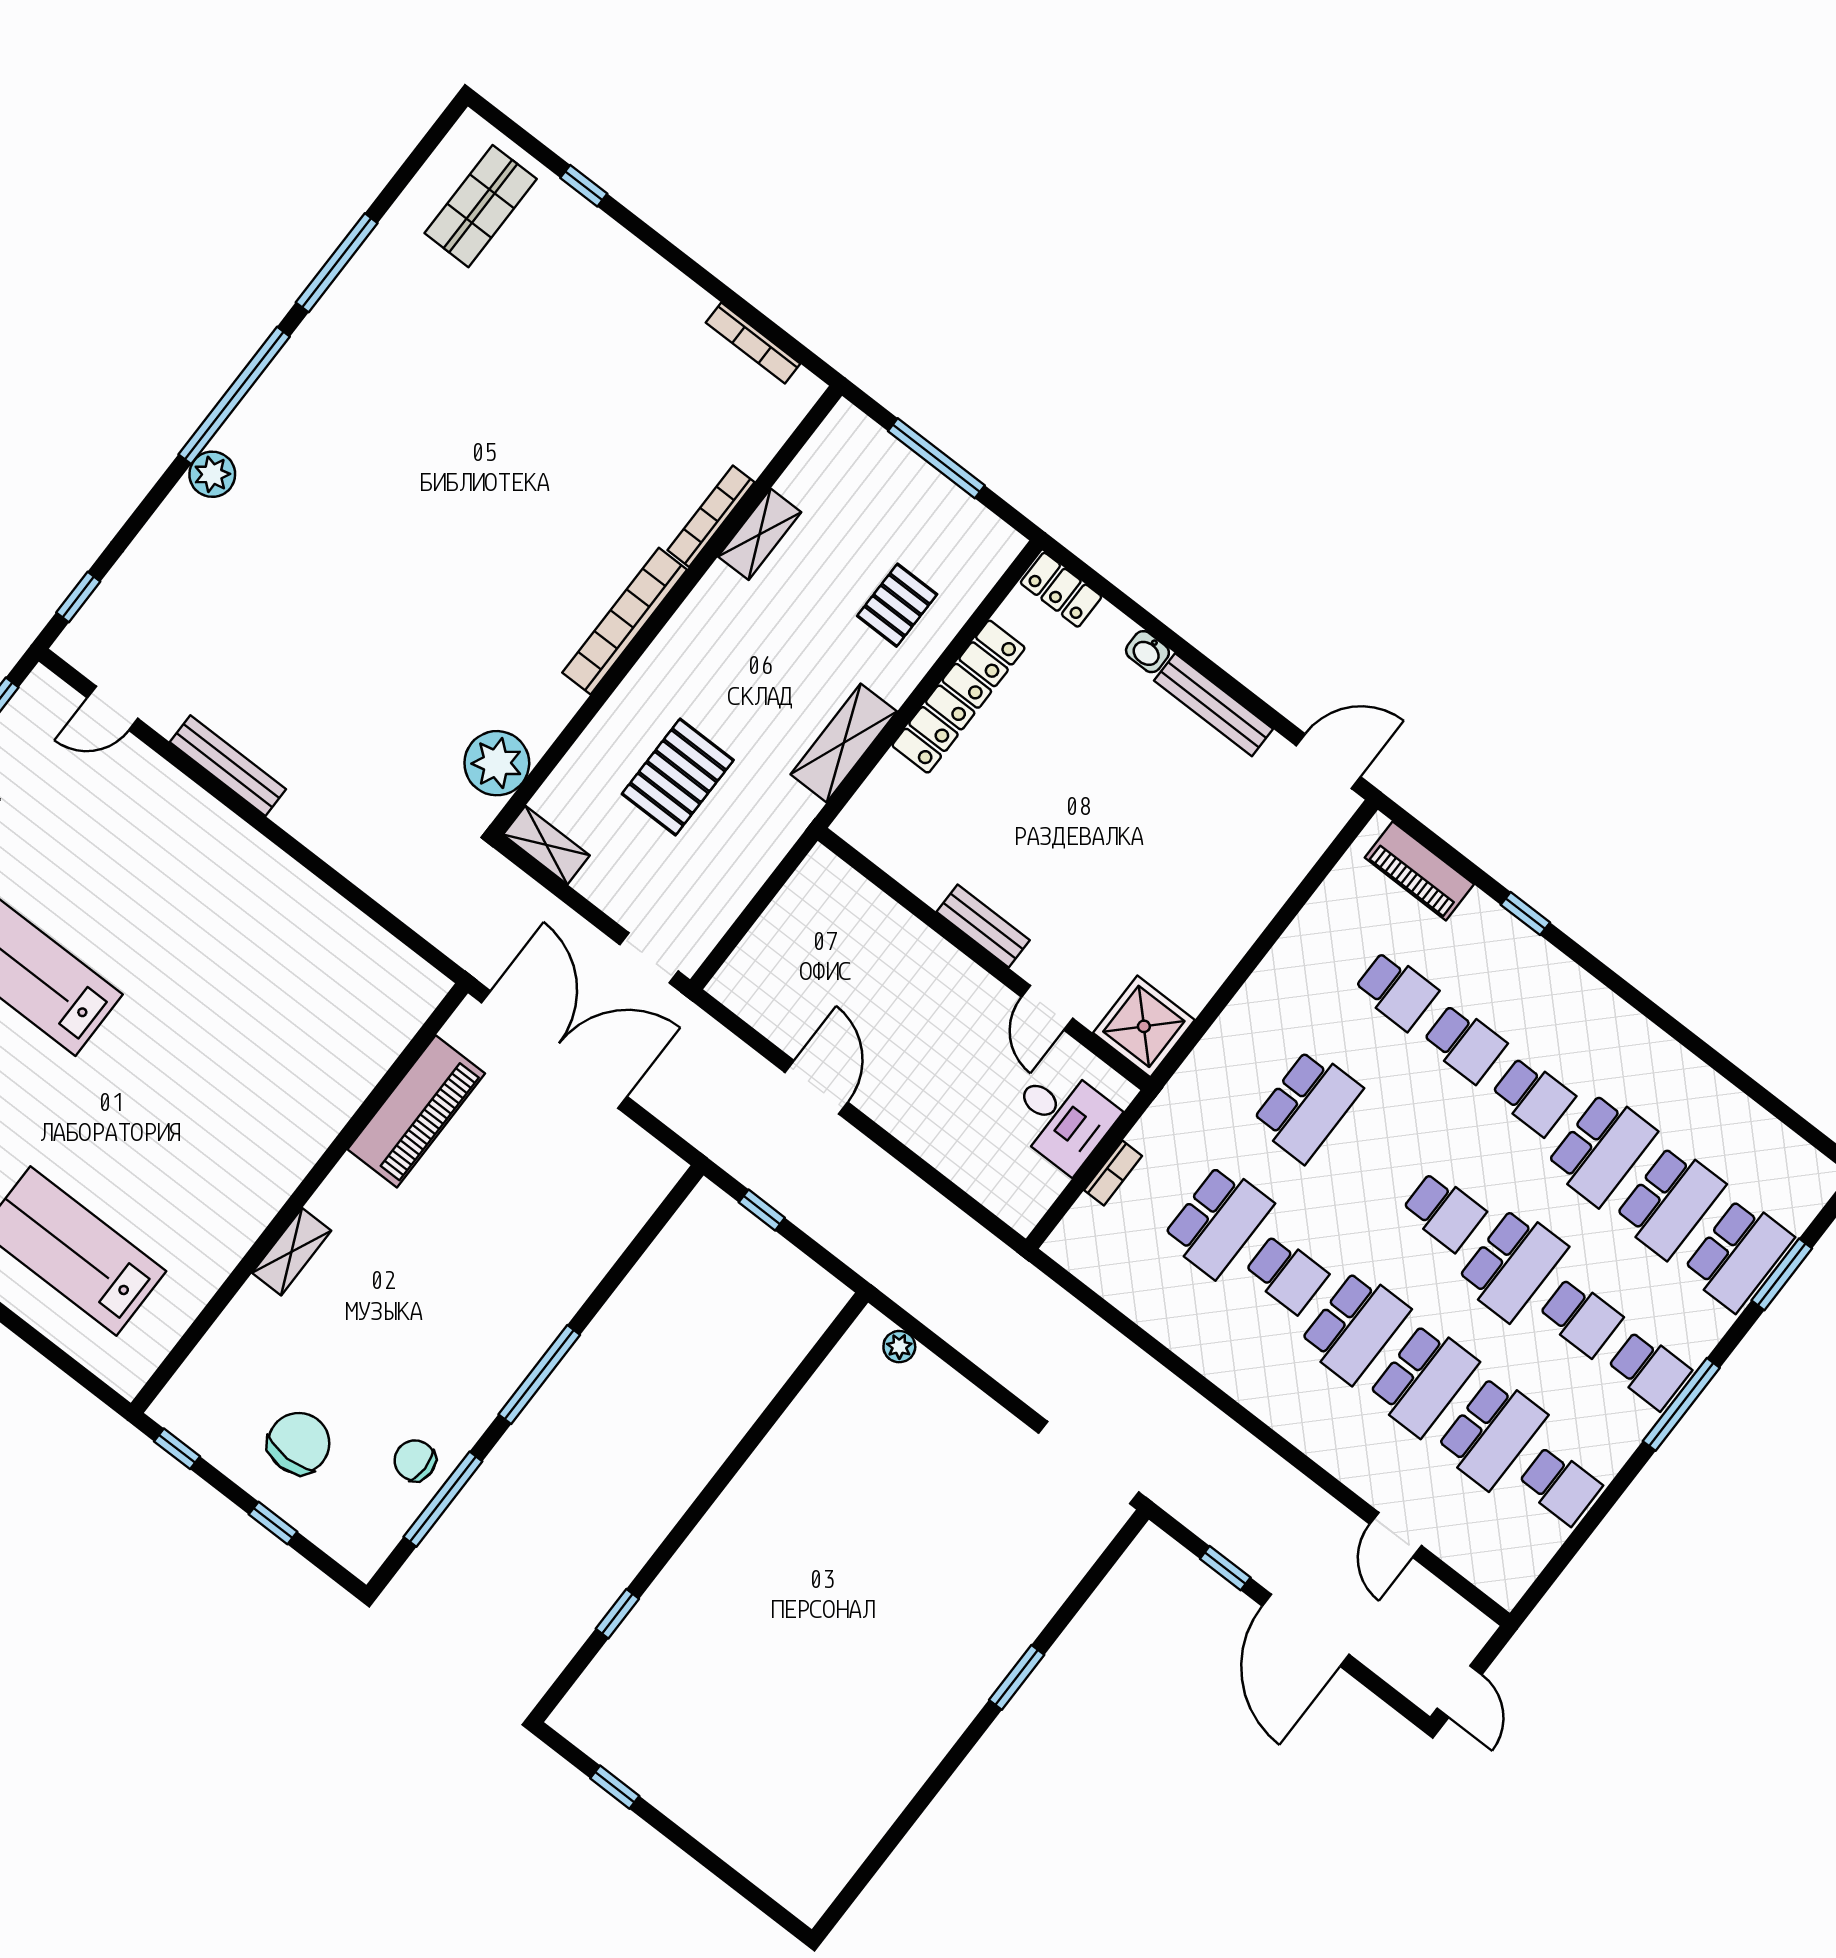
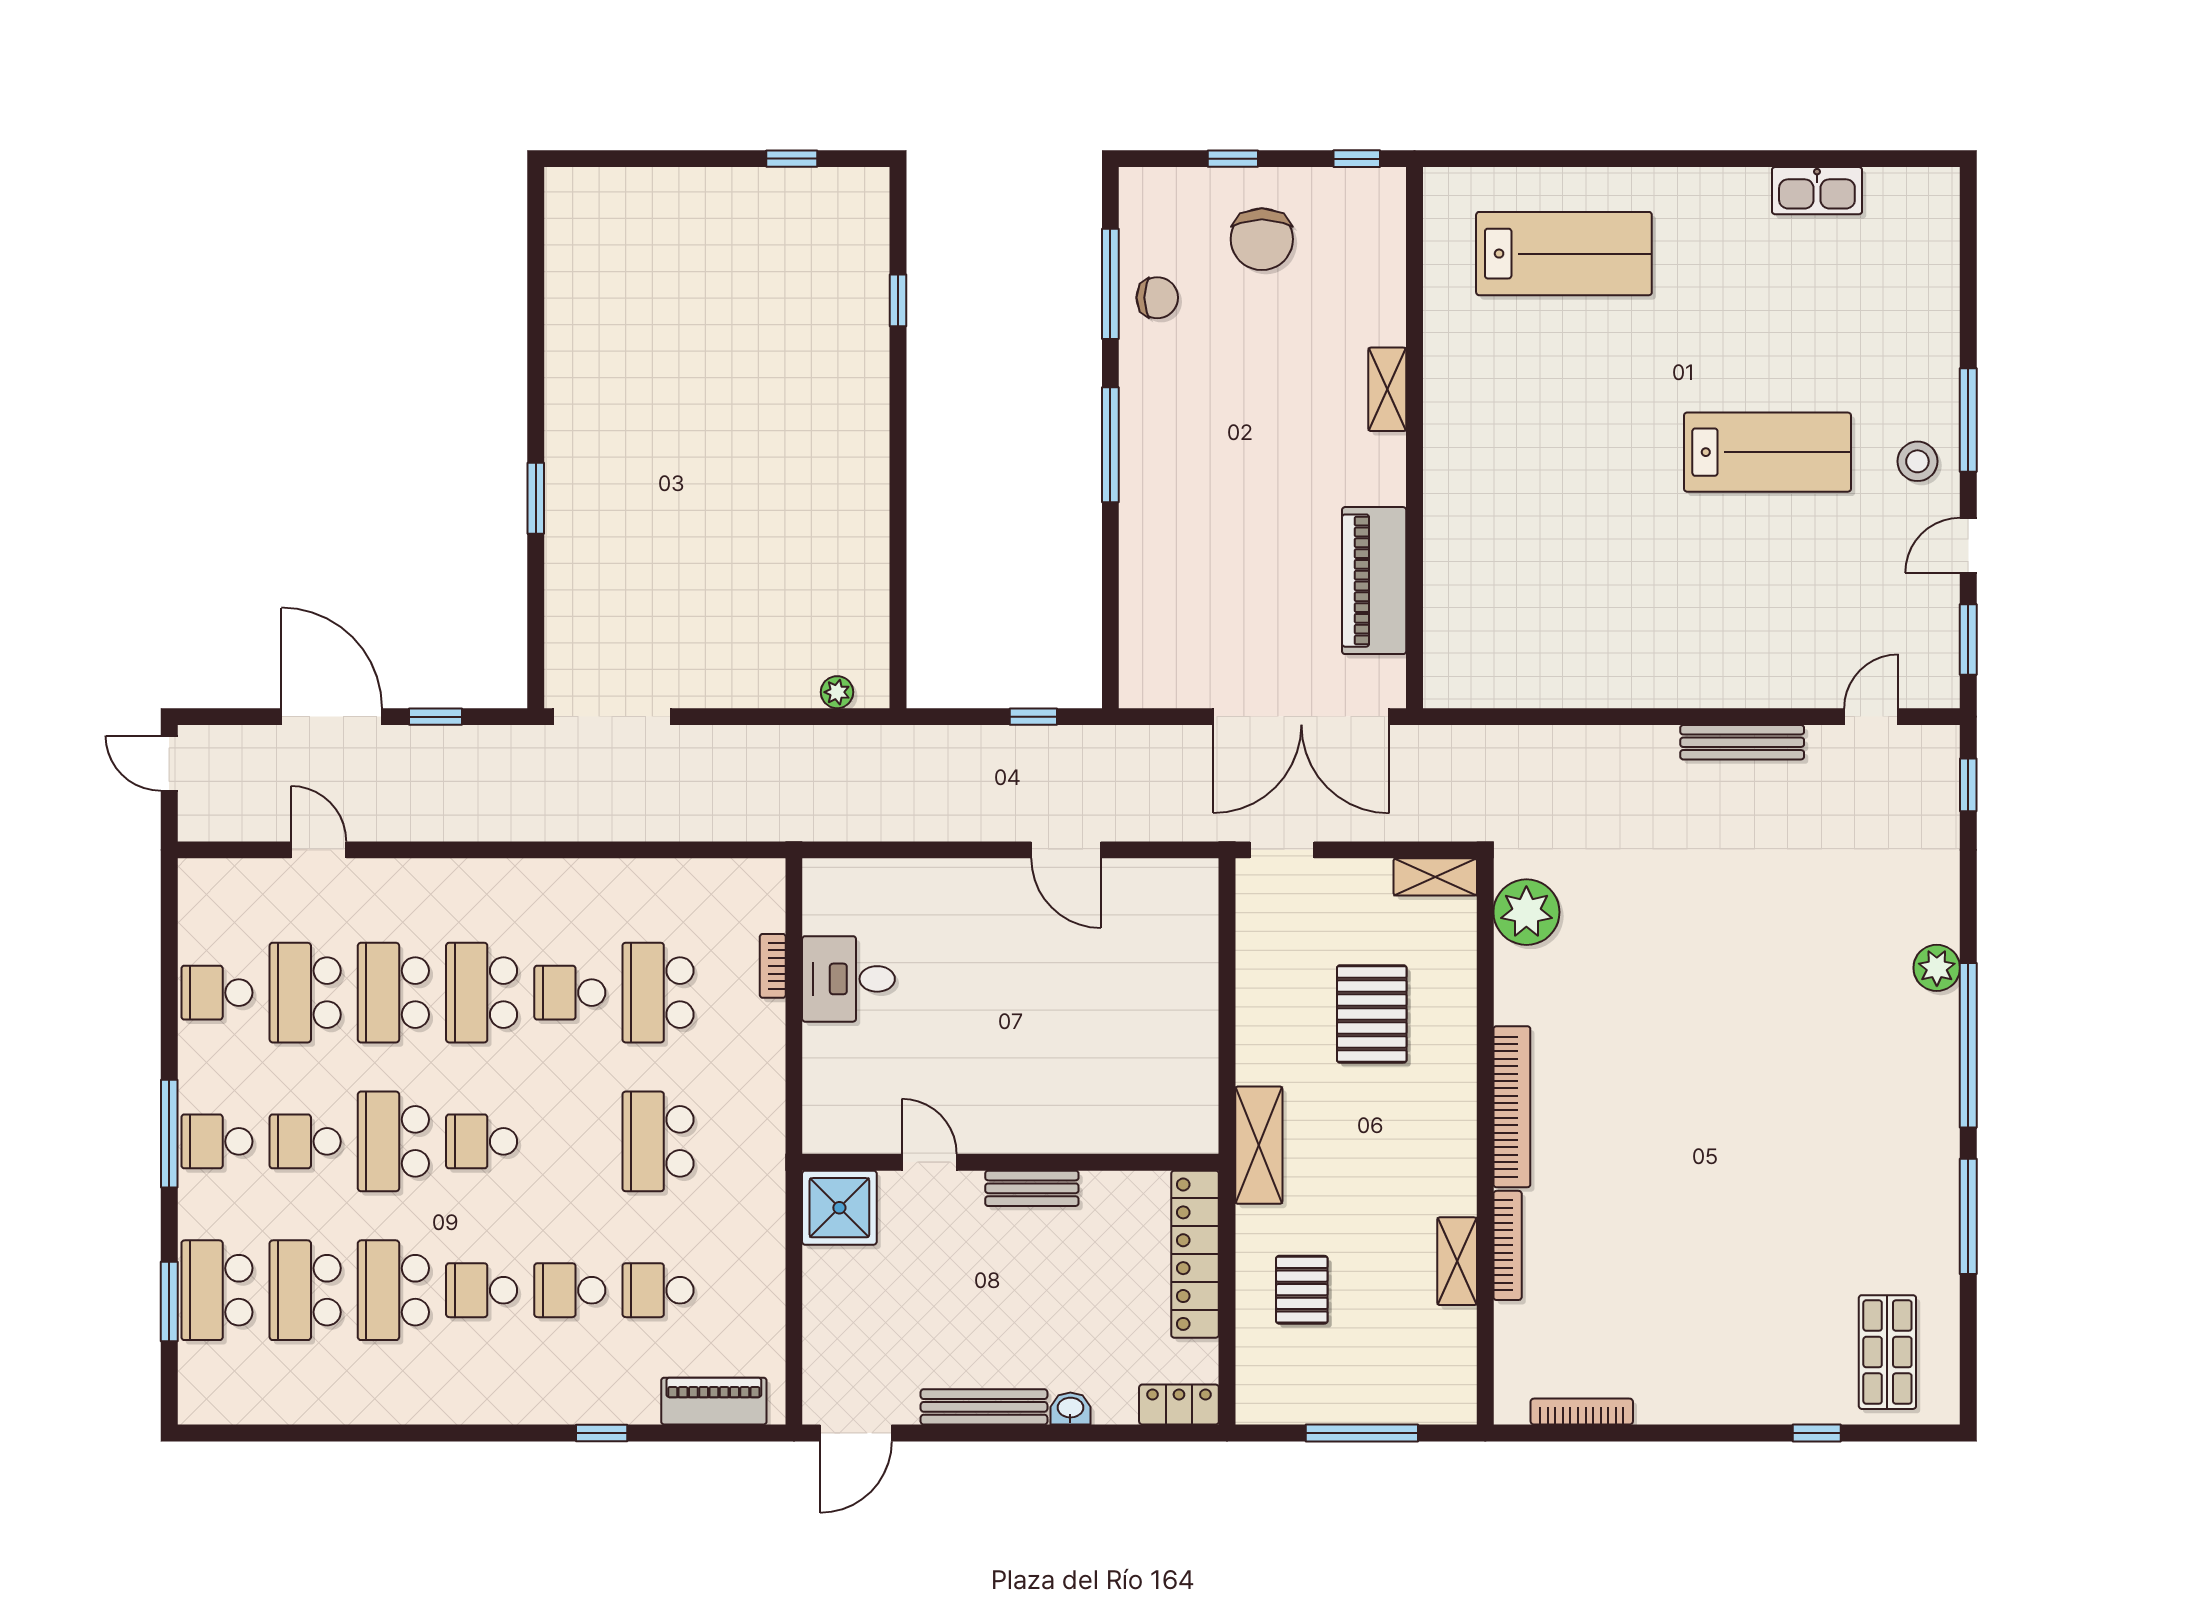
bench: (983, 926) -> (1032, 1188), moved
wall: (984, 959) -> (1010, 1162), moved
door: (1047, 1008) -> (929, 1162), moved
shower: (1144, 1026) -> (839, 1208), moved

